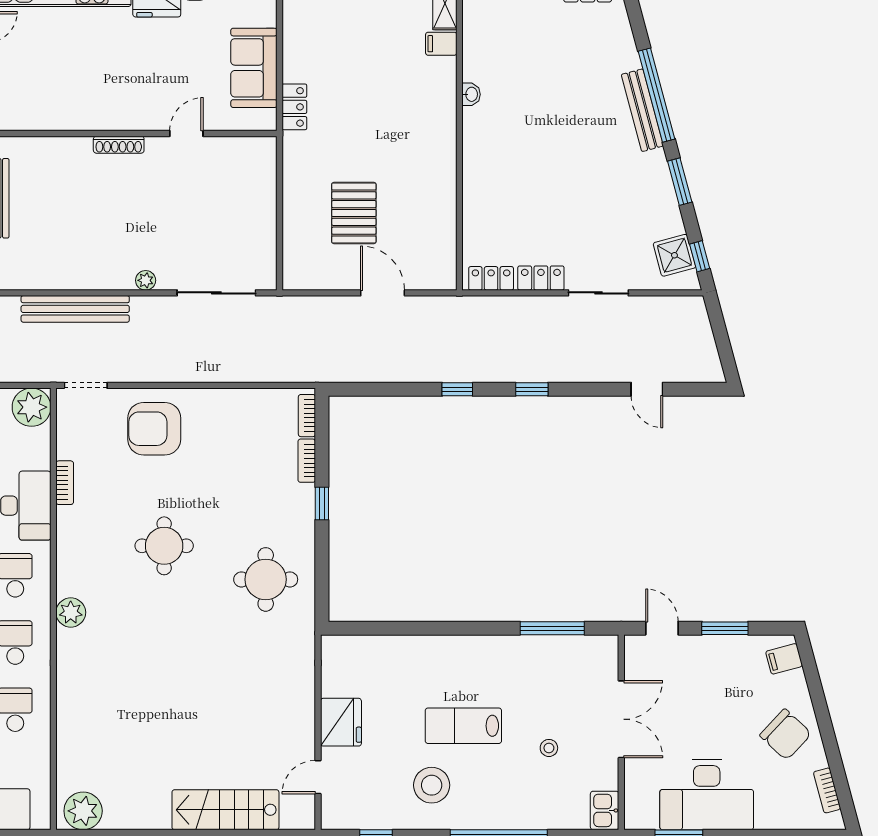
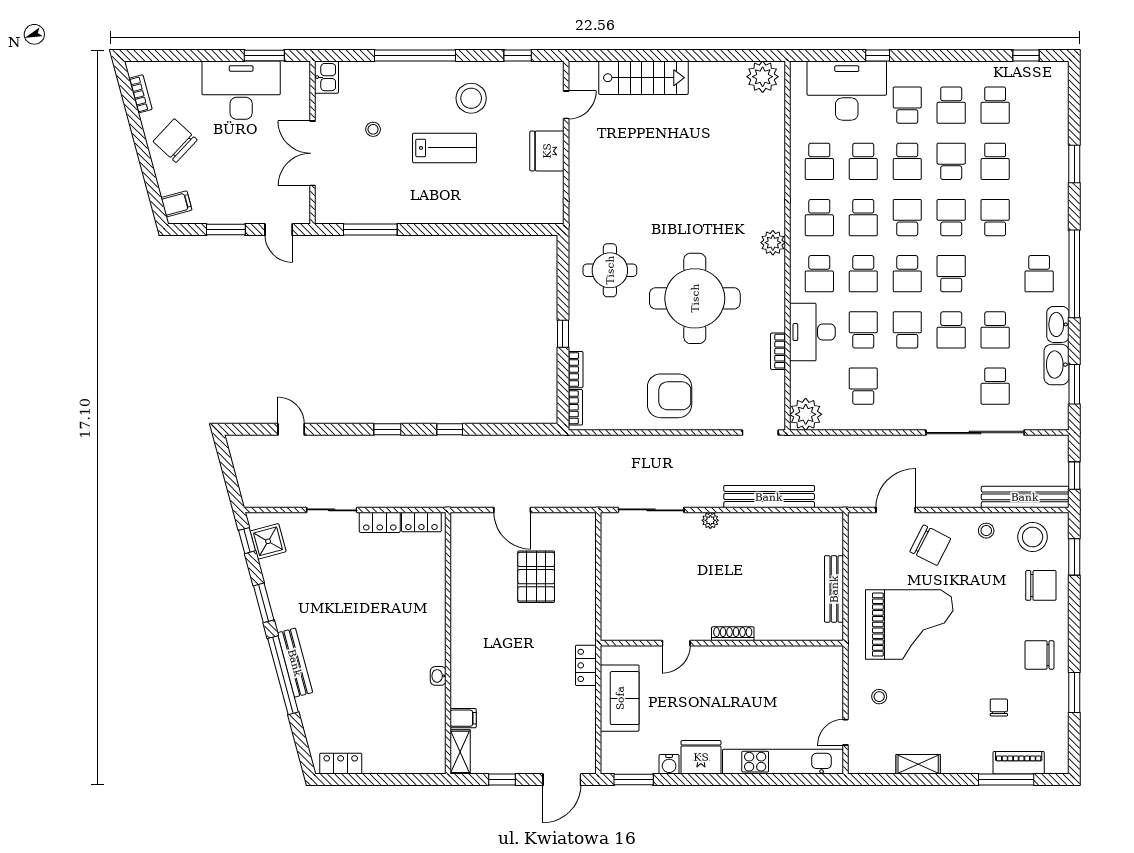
armchair: (154, 429) -> (670, 396), moved
round table: (164, 546) -> (695, 298), width x1.86, depth x1.86

